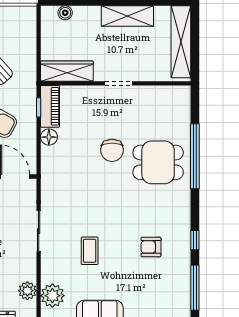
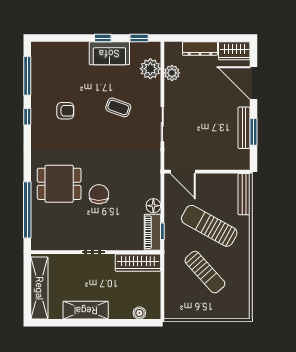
window: (195, 156) -> (27, 210), moved
coffee table: (90, 251) -> (118, 107), turned -70

